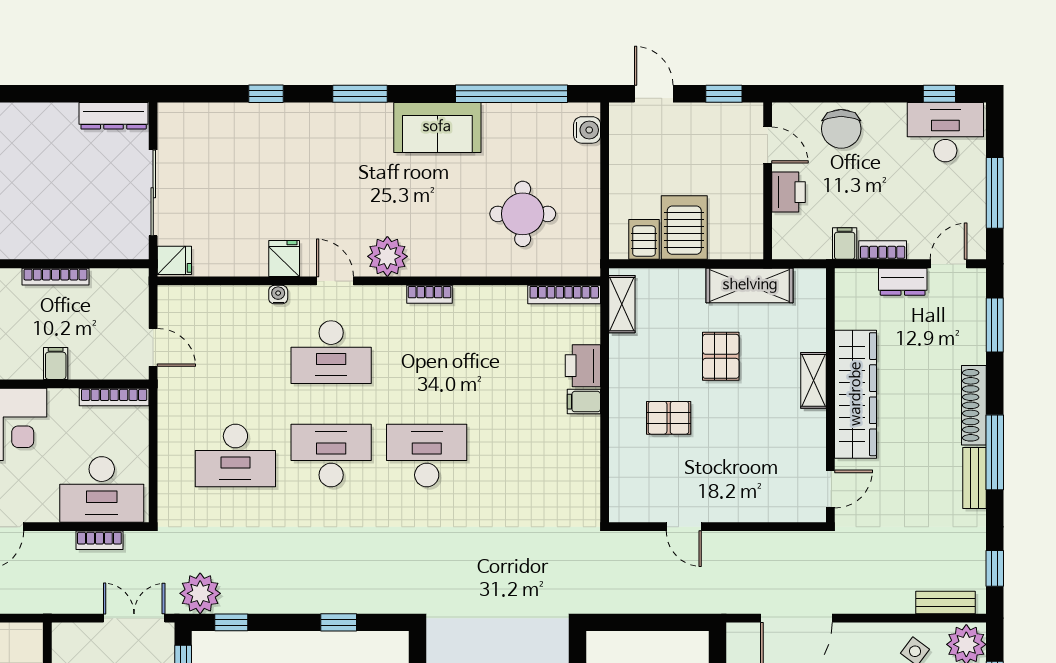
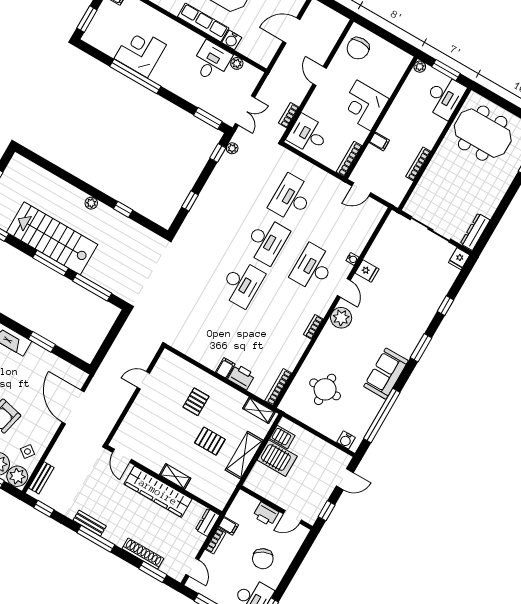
chair: (841, 129) -> (263, 559), moved, turned -115
fridge: (174, 260) -> (459, 259), moved
door: (335, 281) -> (344, 288), hinge flipped
dresser: (903, 282) -> (207, 522), moved
shelving: (750, 285) -> (244, 455), moved
shoe rack: (974, 405) -> (143, 554), moved
desk: (102, 489) -> (308, 134), width x0.73
plant: (200, 593) -> (232, 148), width x0.53, depth x0.53

